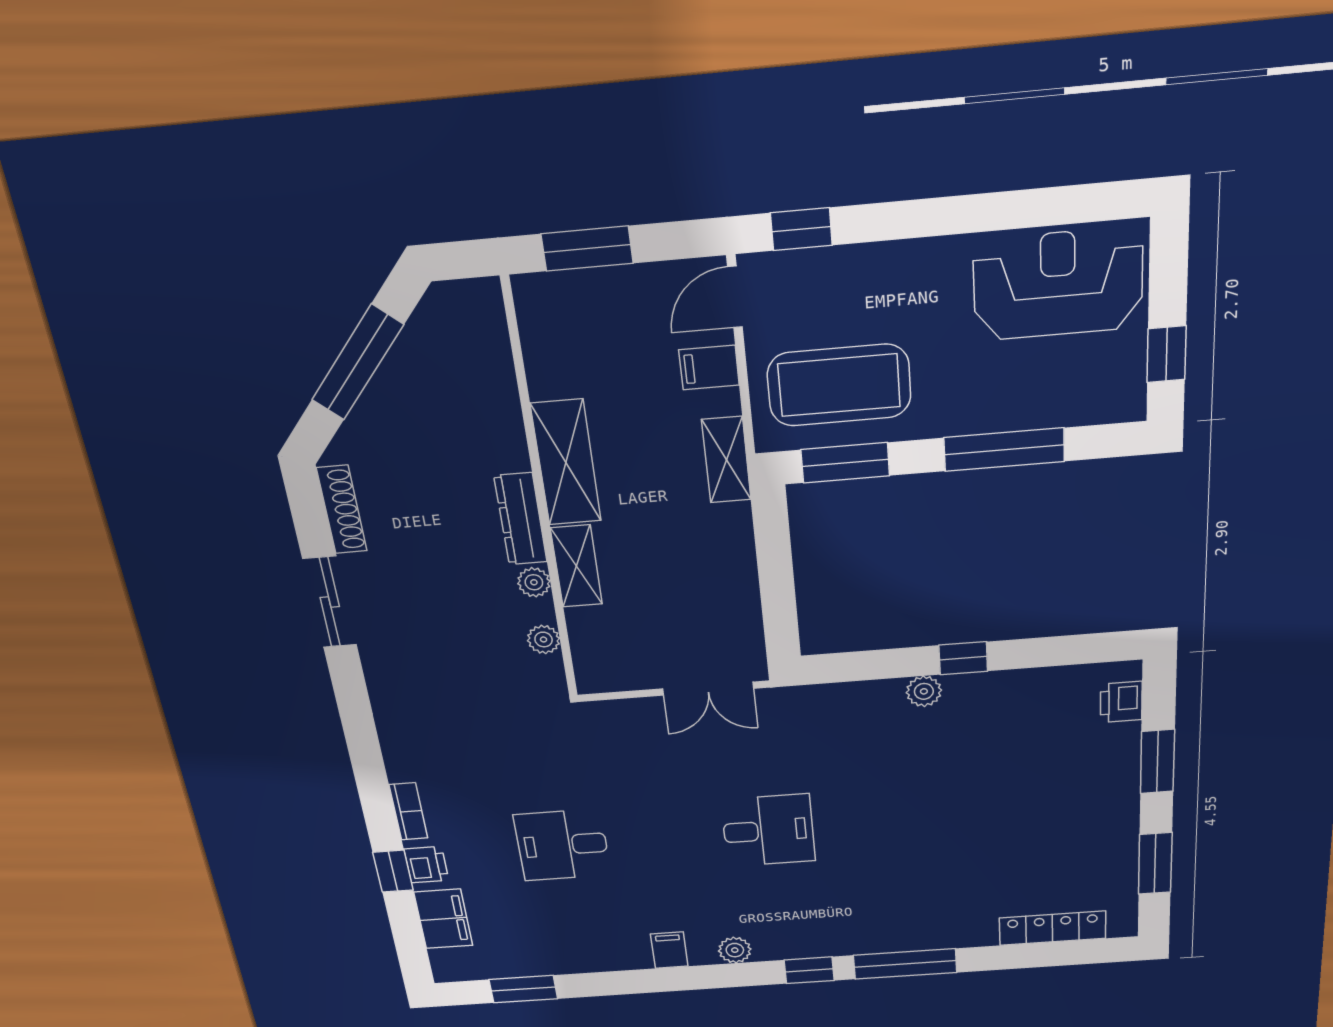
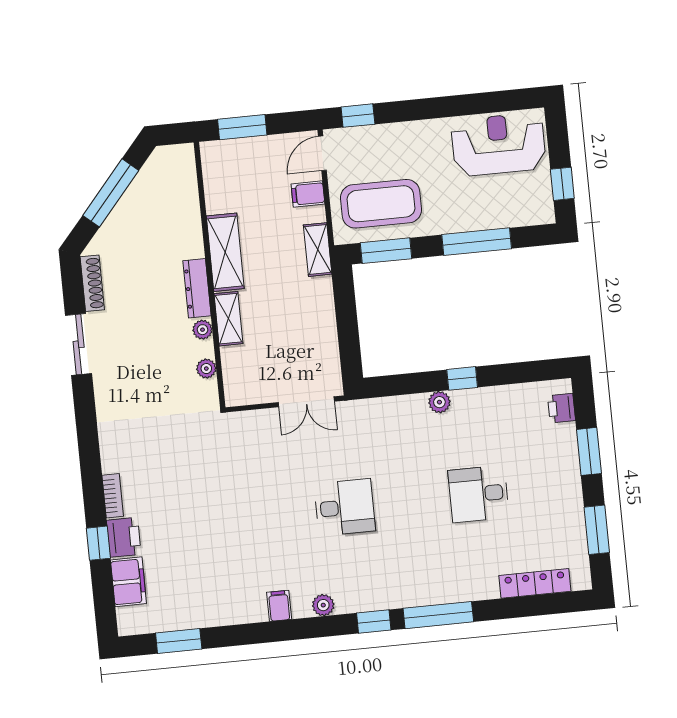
desk: (562, 845) -> (478, 494), moved
printer: (426, 865) -> (124, 537), width x1.36, depth x1.24

